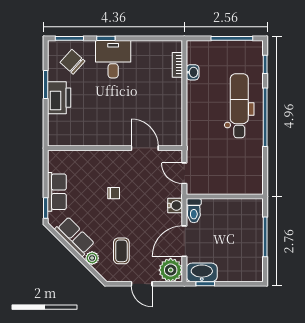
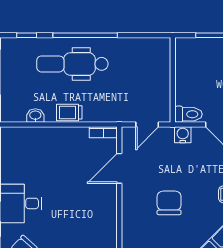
bookcase: (177, 65) -> (103, 132), moved
trolley: (195, 103) -> (69, 112), added
chair: (114, 193) -> (169, 203), width x1.87, depth x1.87

